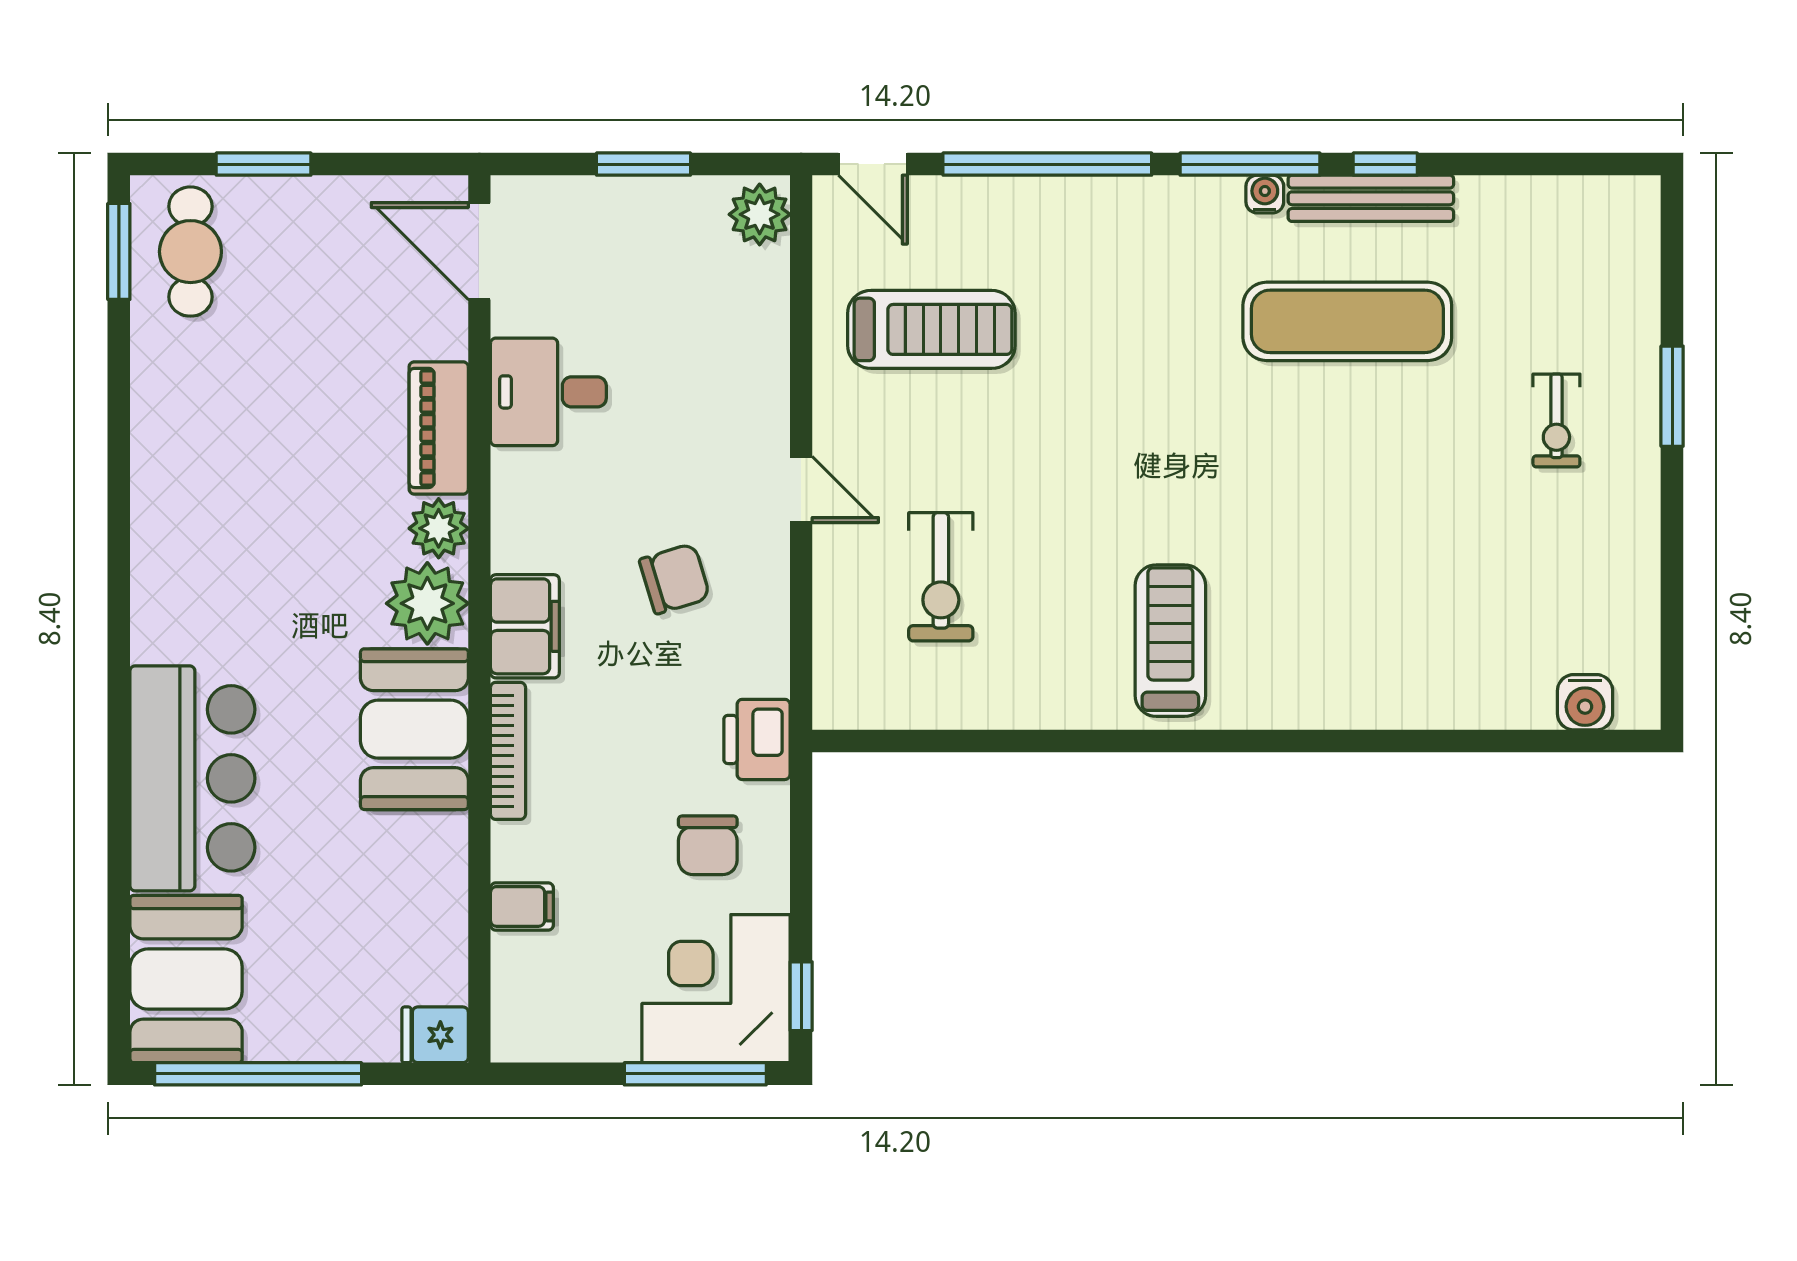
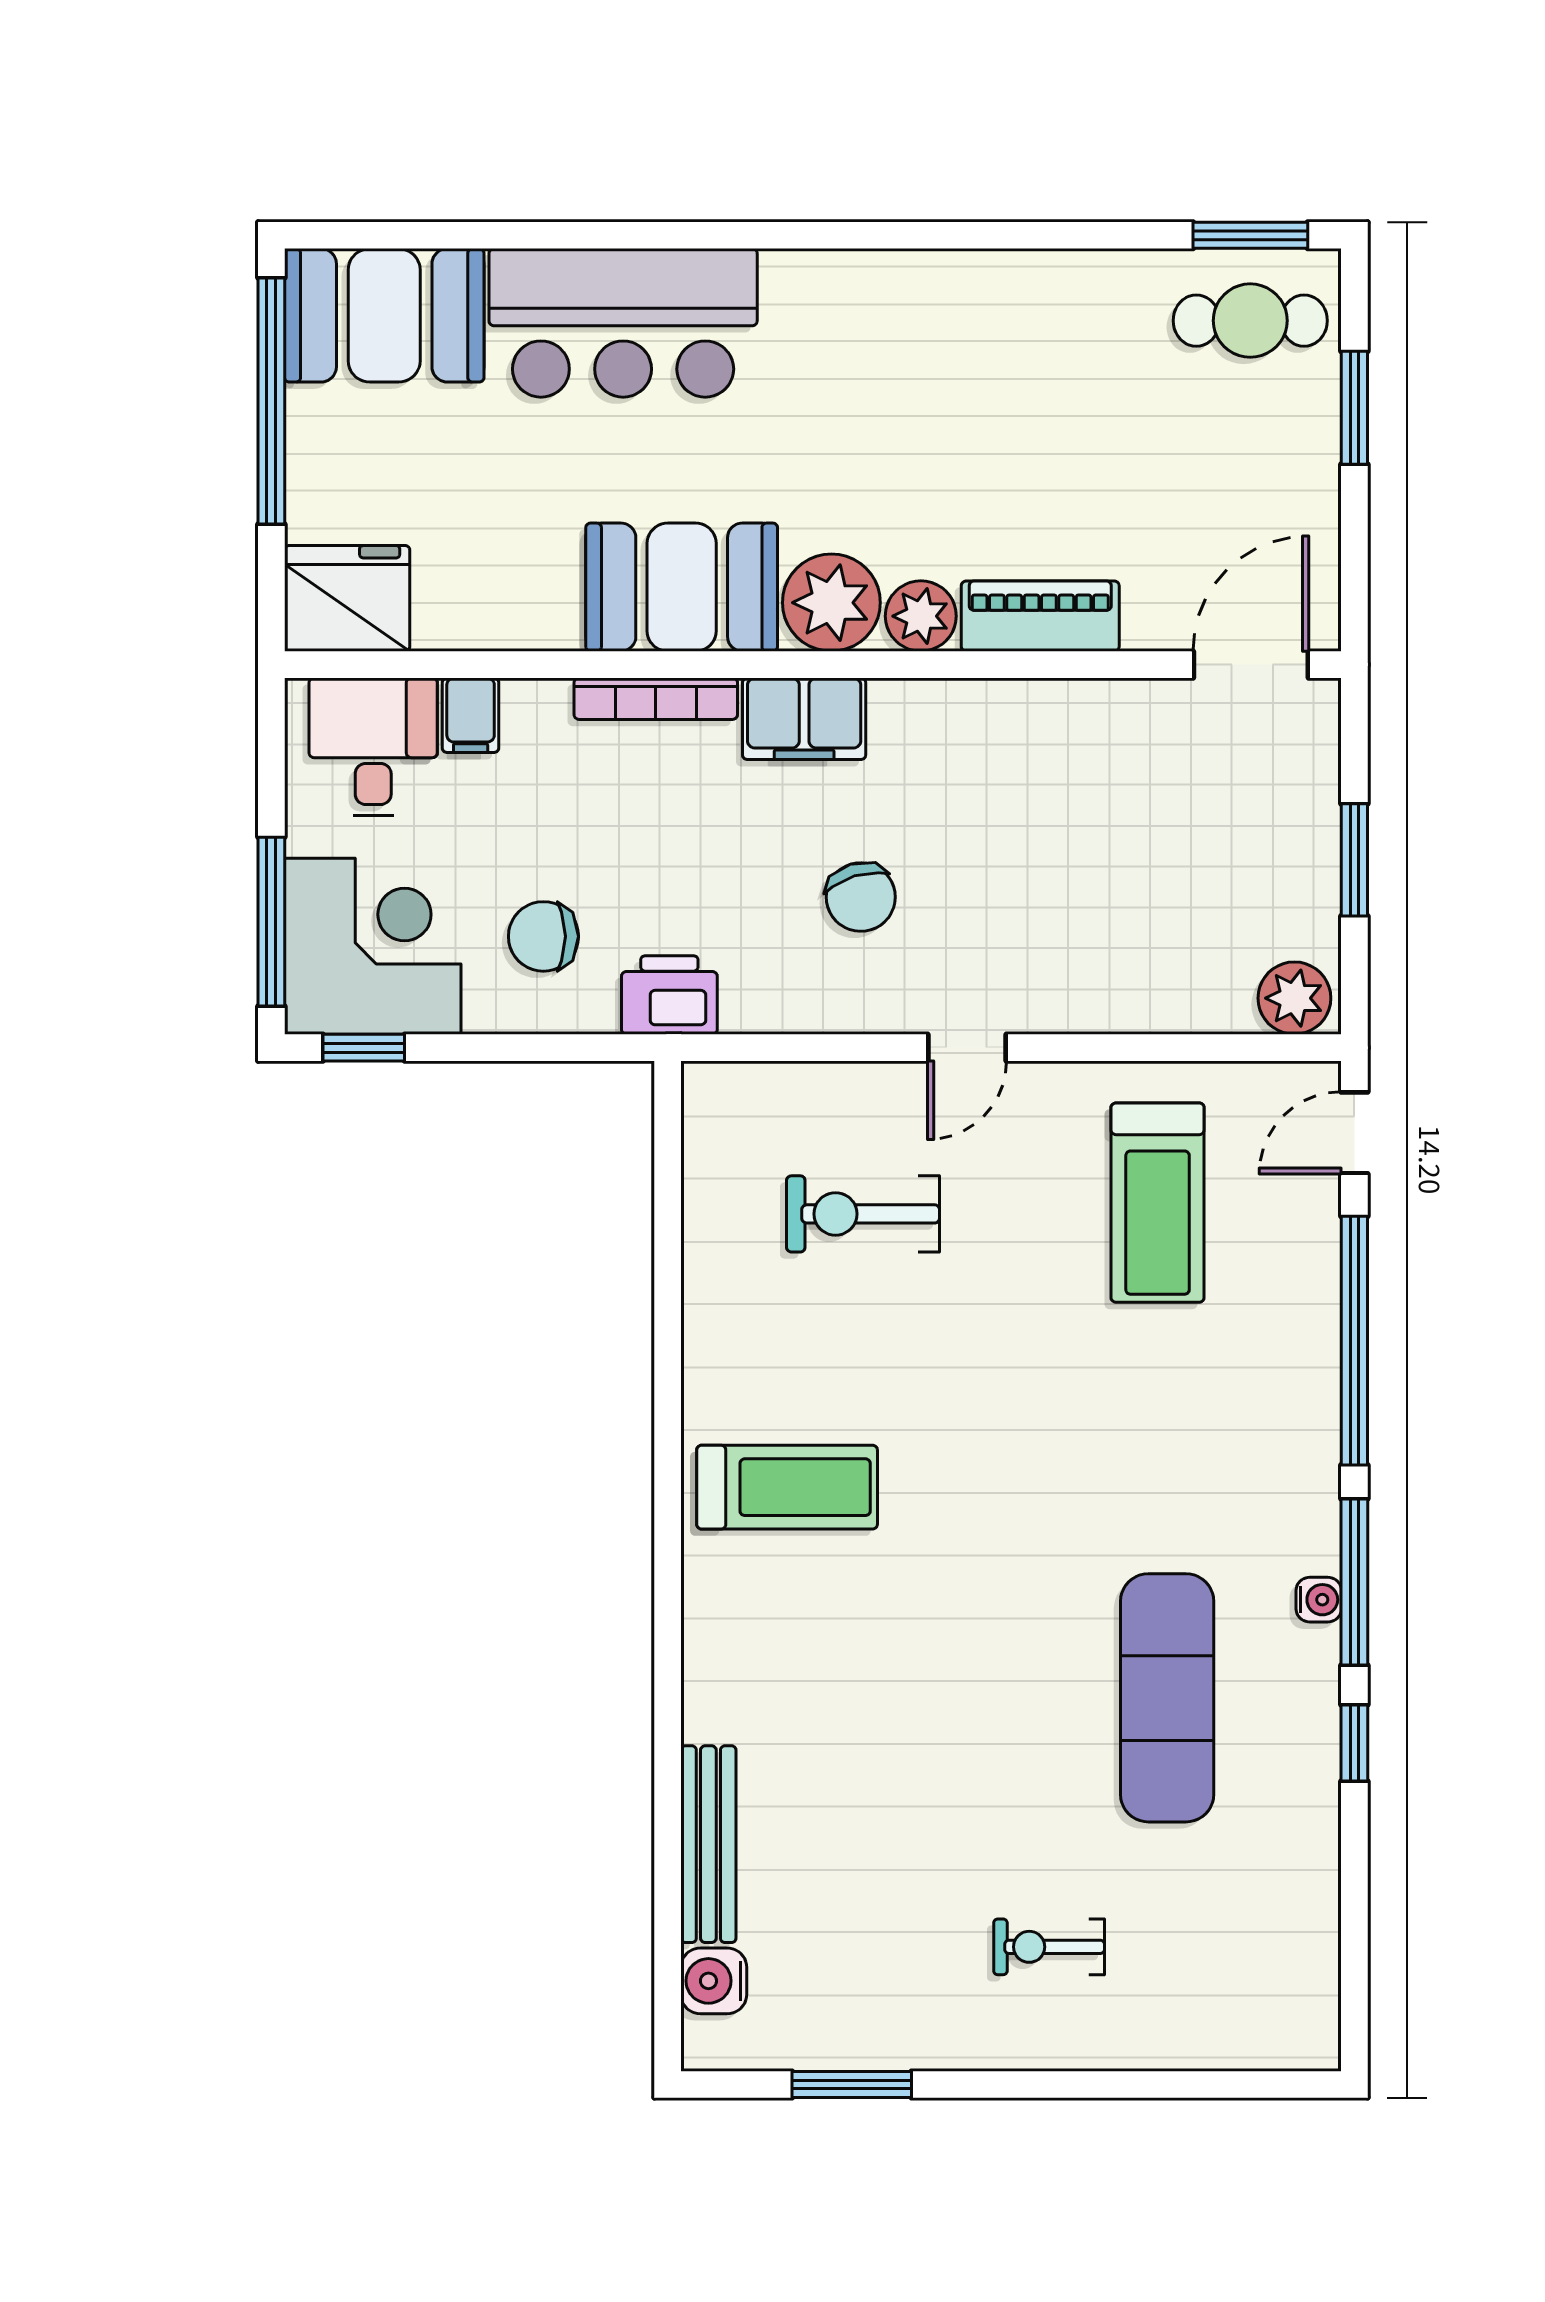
bench: (1371, 198) -> (708, 1844), moved
desk: (548, 392) -> (373, 747), moved
window: (1672, 396) -> (852, 2084), moved
fridge: (435, 1035) -> (347, 598), width x1.88, depth x1.34

